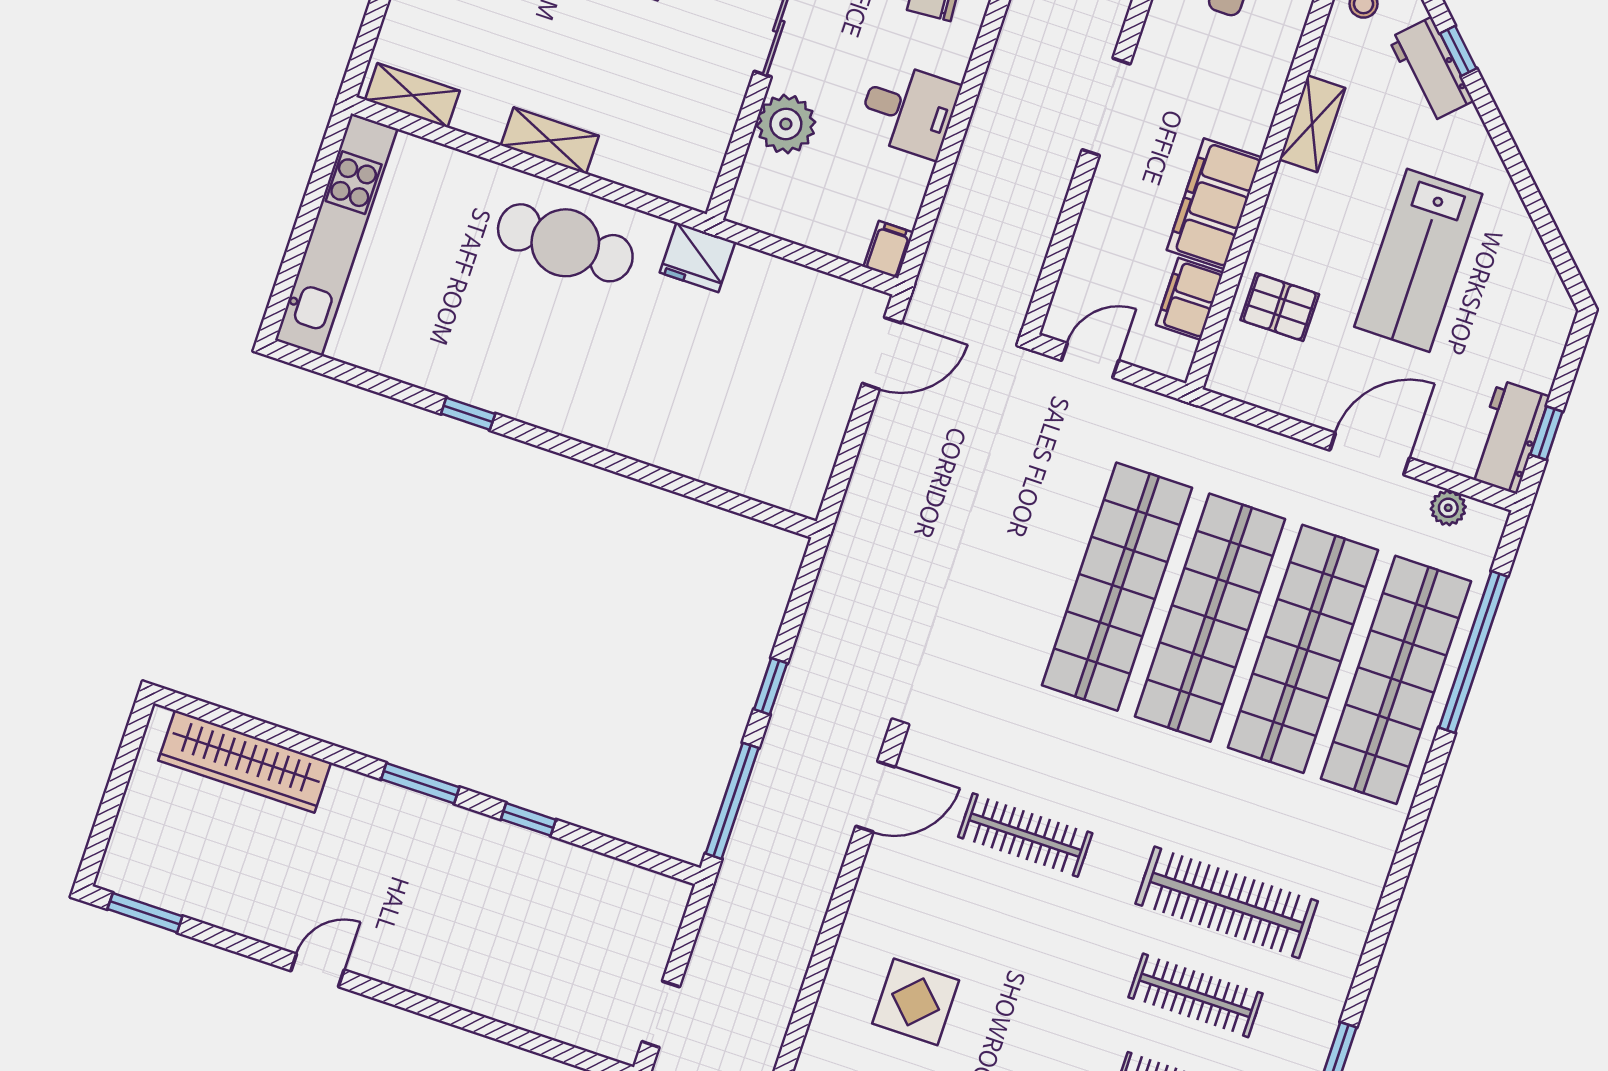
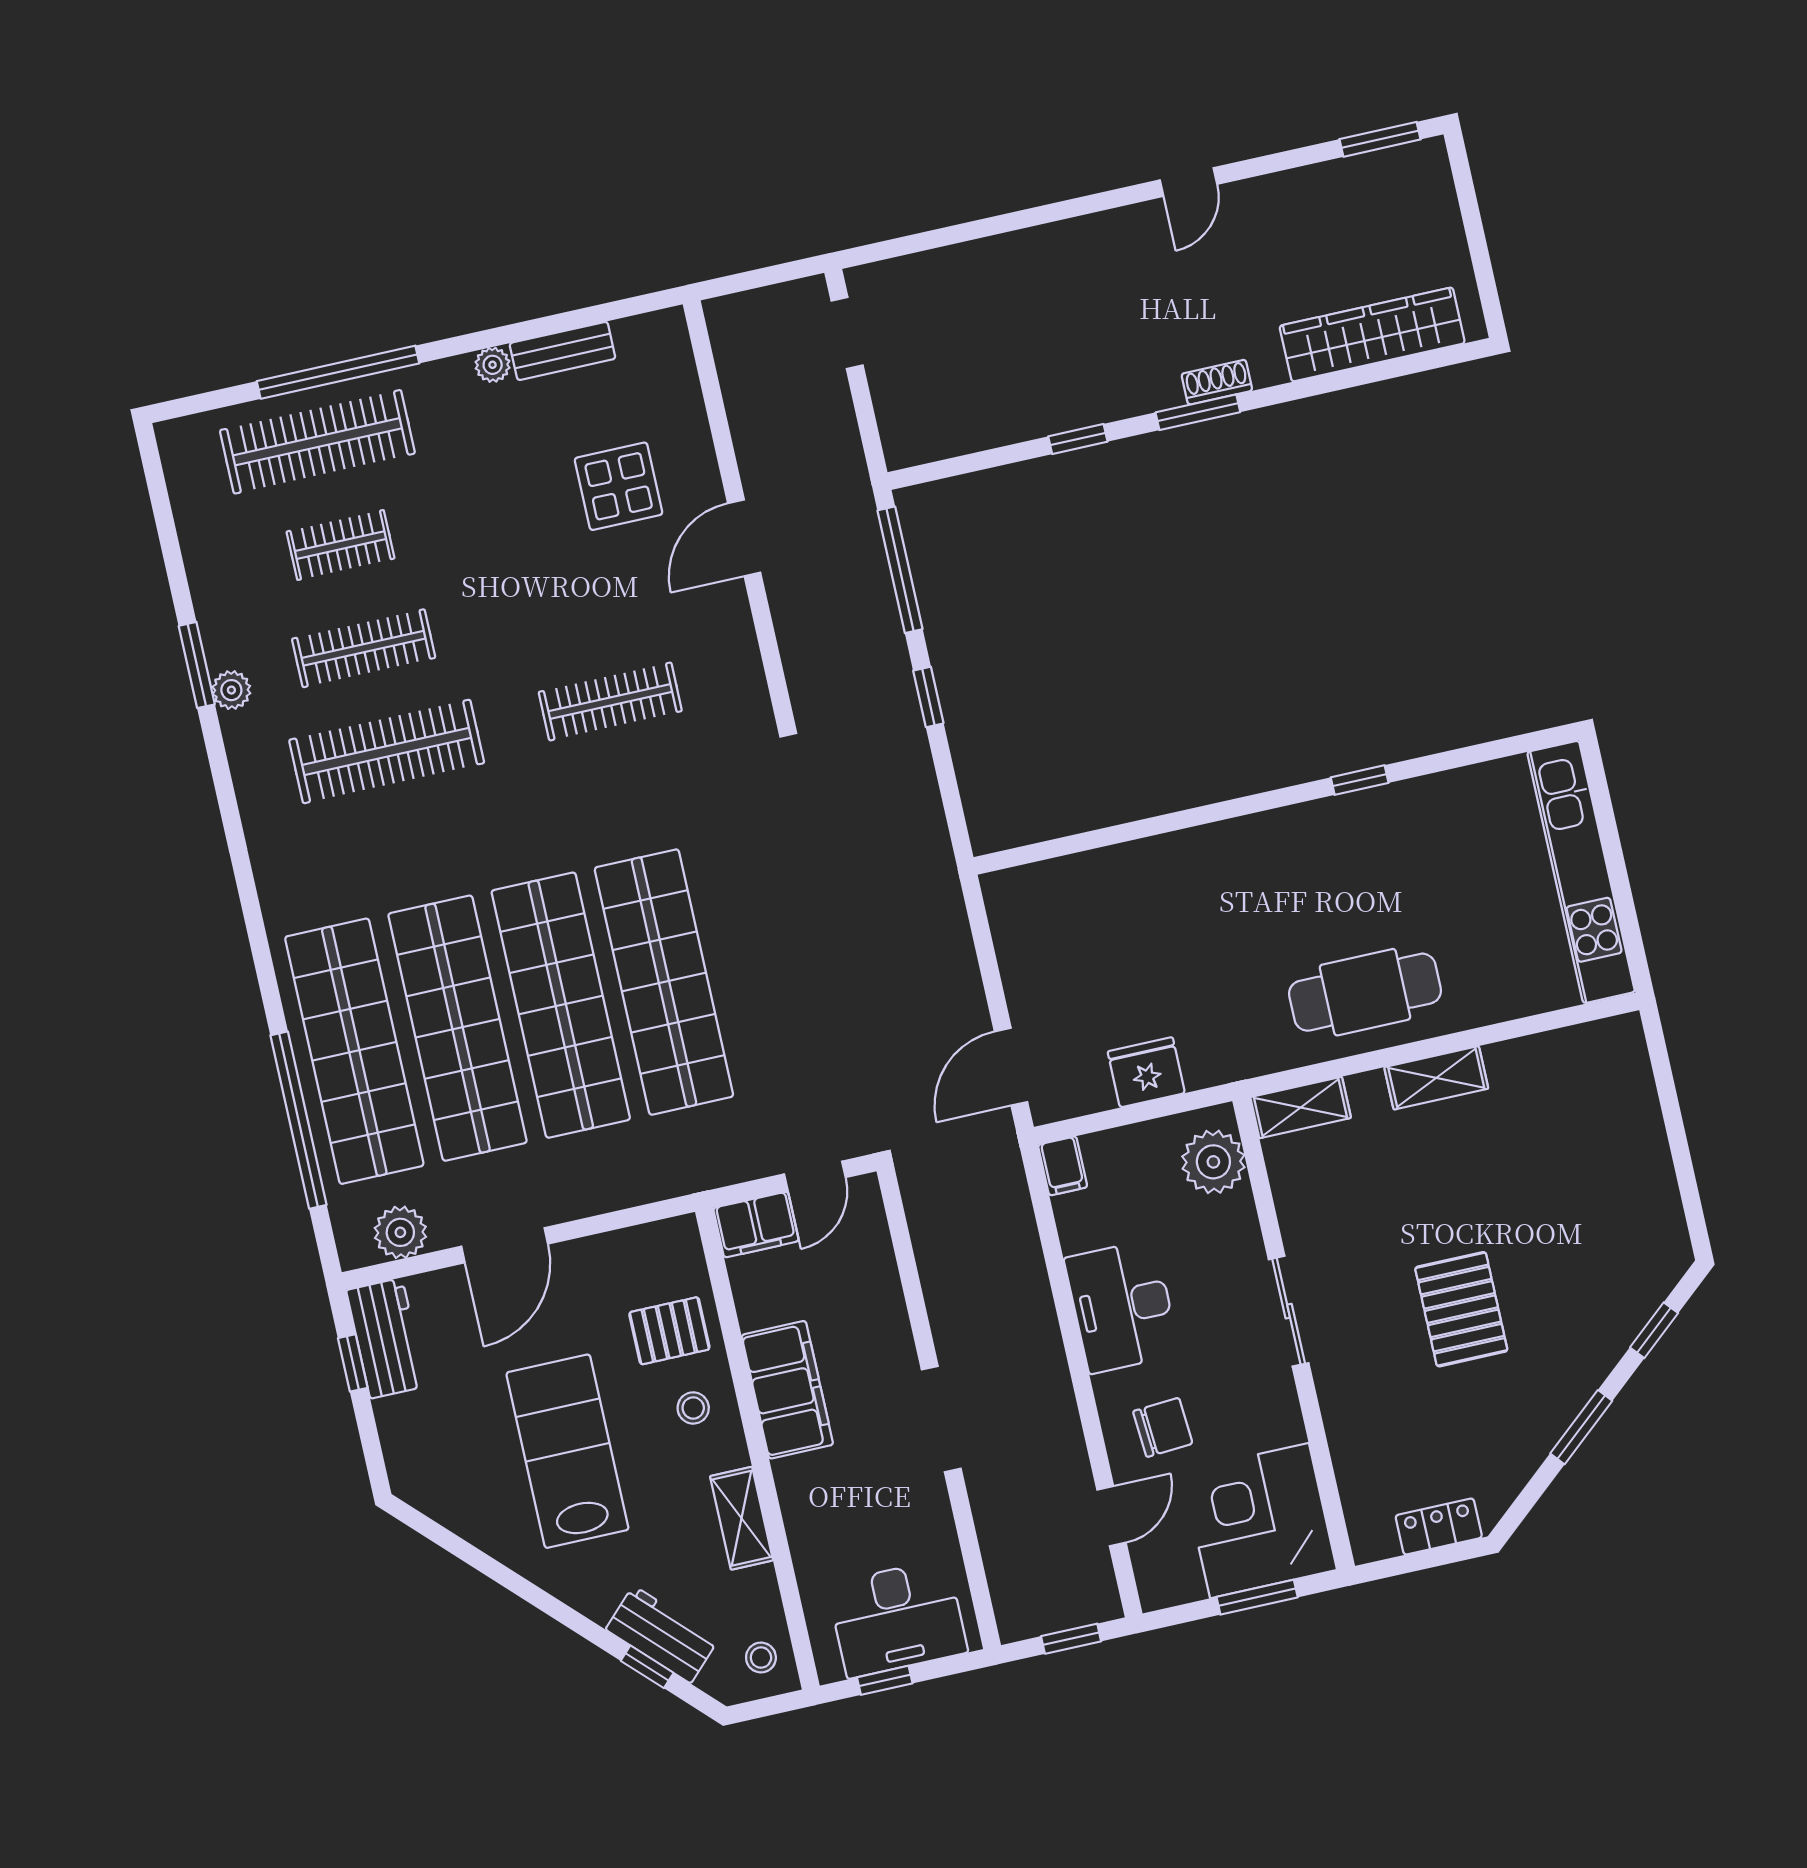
shelving: (412, 95) -> (1301, 1108), moved
desk: (909, 110) -> (1122, 1306), width x1.37
plant: (786, 124) -> (1213, 1162), moved
stool: (1298, 234) -> (693, 1408), added
fridge: (698, 257) -> (1146, 1072), moved
filing cabinet: (1190, 299) -> (756, 1225), moved, turned 90
plant: (1448, 508) -> (400, 1232), width x1.38, depth x1.38
door: (875, 797) -> (744, 538), moved
shoe rack: (391, 798) -> (1217, 382), added
plant: (1321, 1025) -> (231, 690), added

